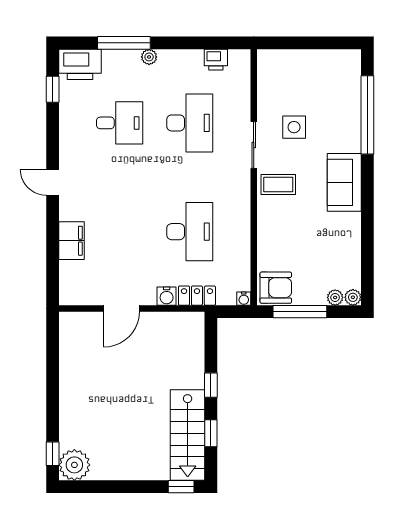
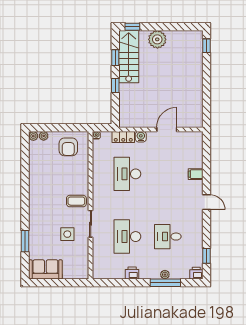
plant: (149, 57) -> (165, 275), moved
printer: (216, 60) -> (132, 273), moved
printer: (80, 64) -> (196, 273), width x0.53, depth x0.68
window: (367, 115) -> (25, 241), width x0.47
sofa: (344, 182) -> (45, 269), moved, turned -90
filing cabinet: (72, 241) -> (196, 174), width x0.50
armchair: (276, 288) -> (68, 147), moved, turned -90
window: (300, 312) -> (64, 128), removed
plant: (74, 465) -> (157, 39), moved

